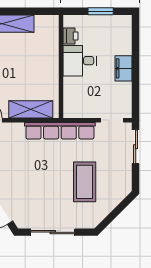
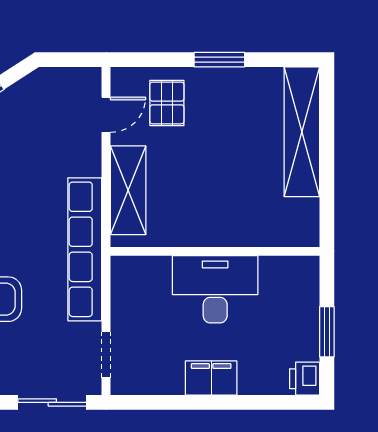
printer: (71, 36) -> (305, 379), moved, turned 90
desk: (80, 61) -> (215, 289), width x1.37

